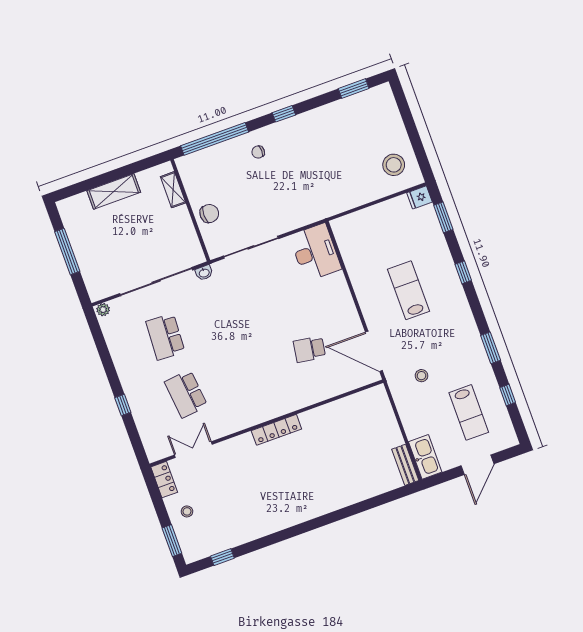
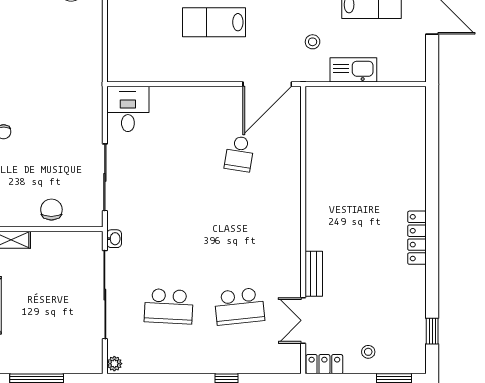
desk: (315, 252) -> (128, 109), width x0.73
locker: (276, 430) -> (417, 238), moved, turned 180
kitchen sink: (425, 457) -> (353, 70), moved
bench: (405, 465) -> (314, 274), moved, turned 90

